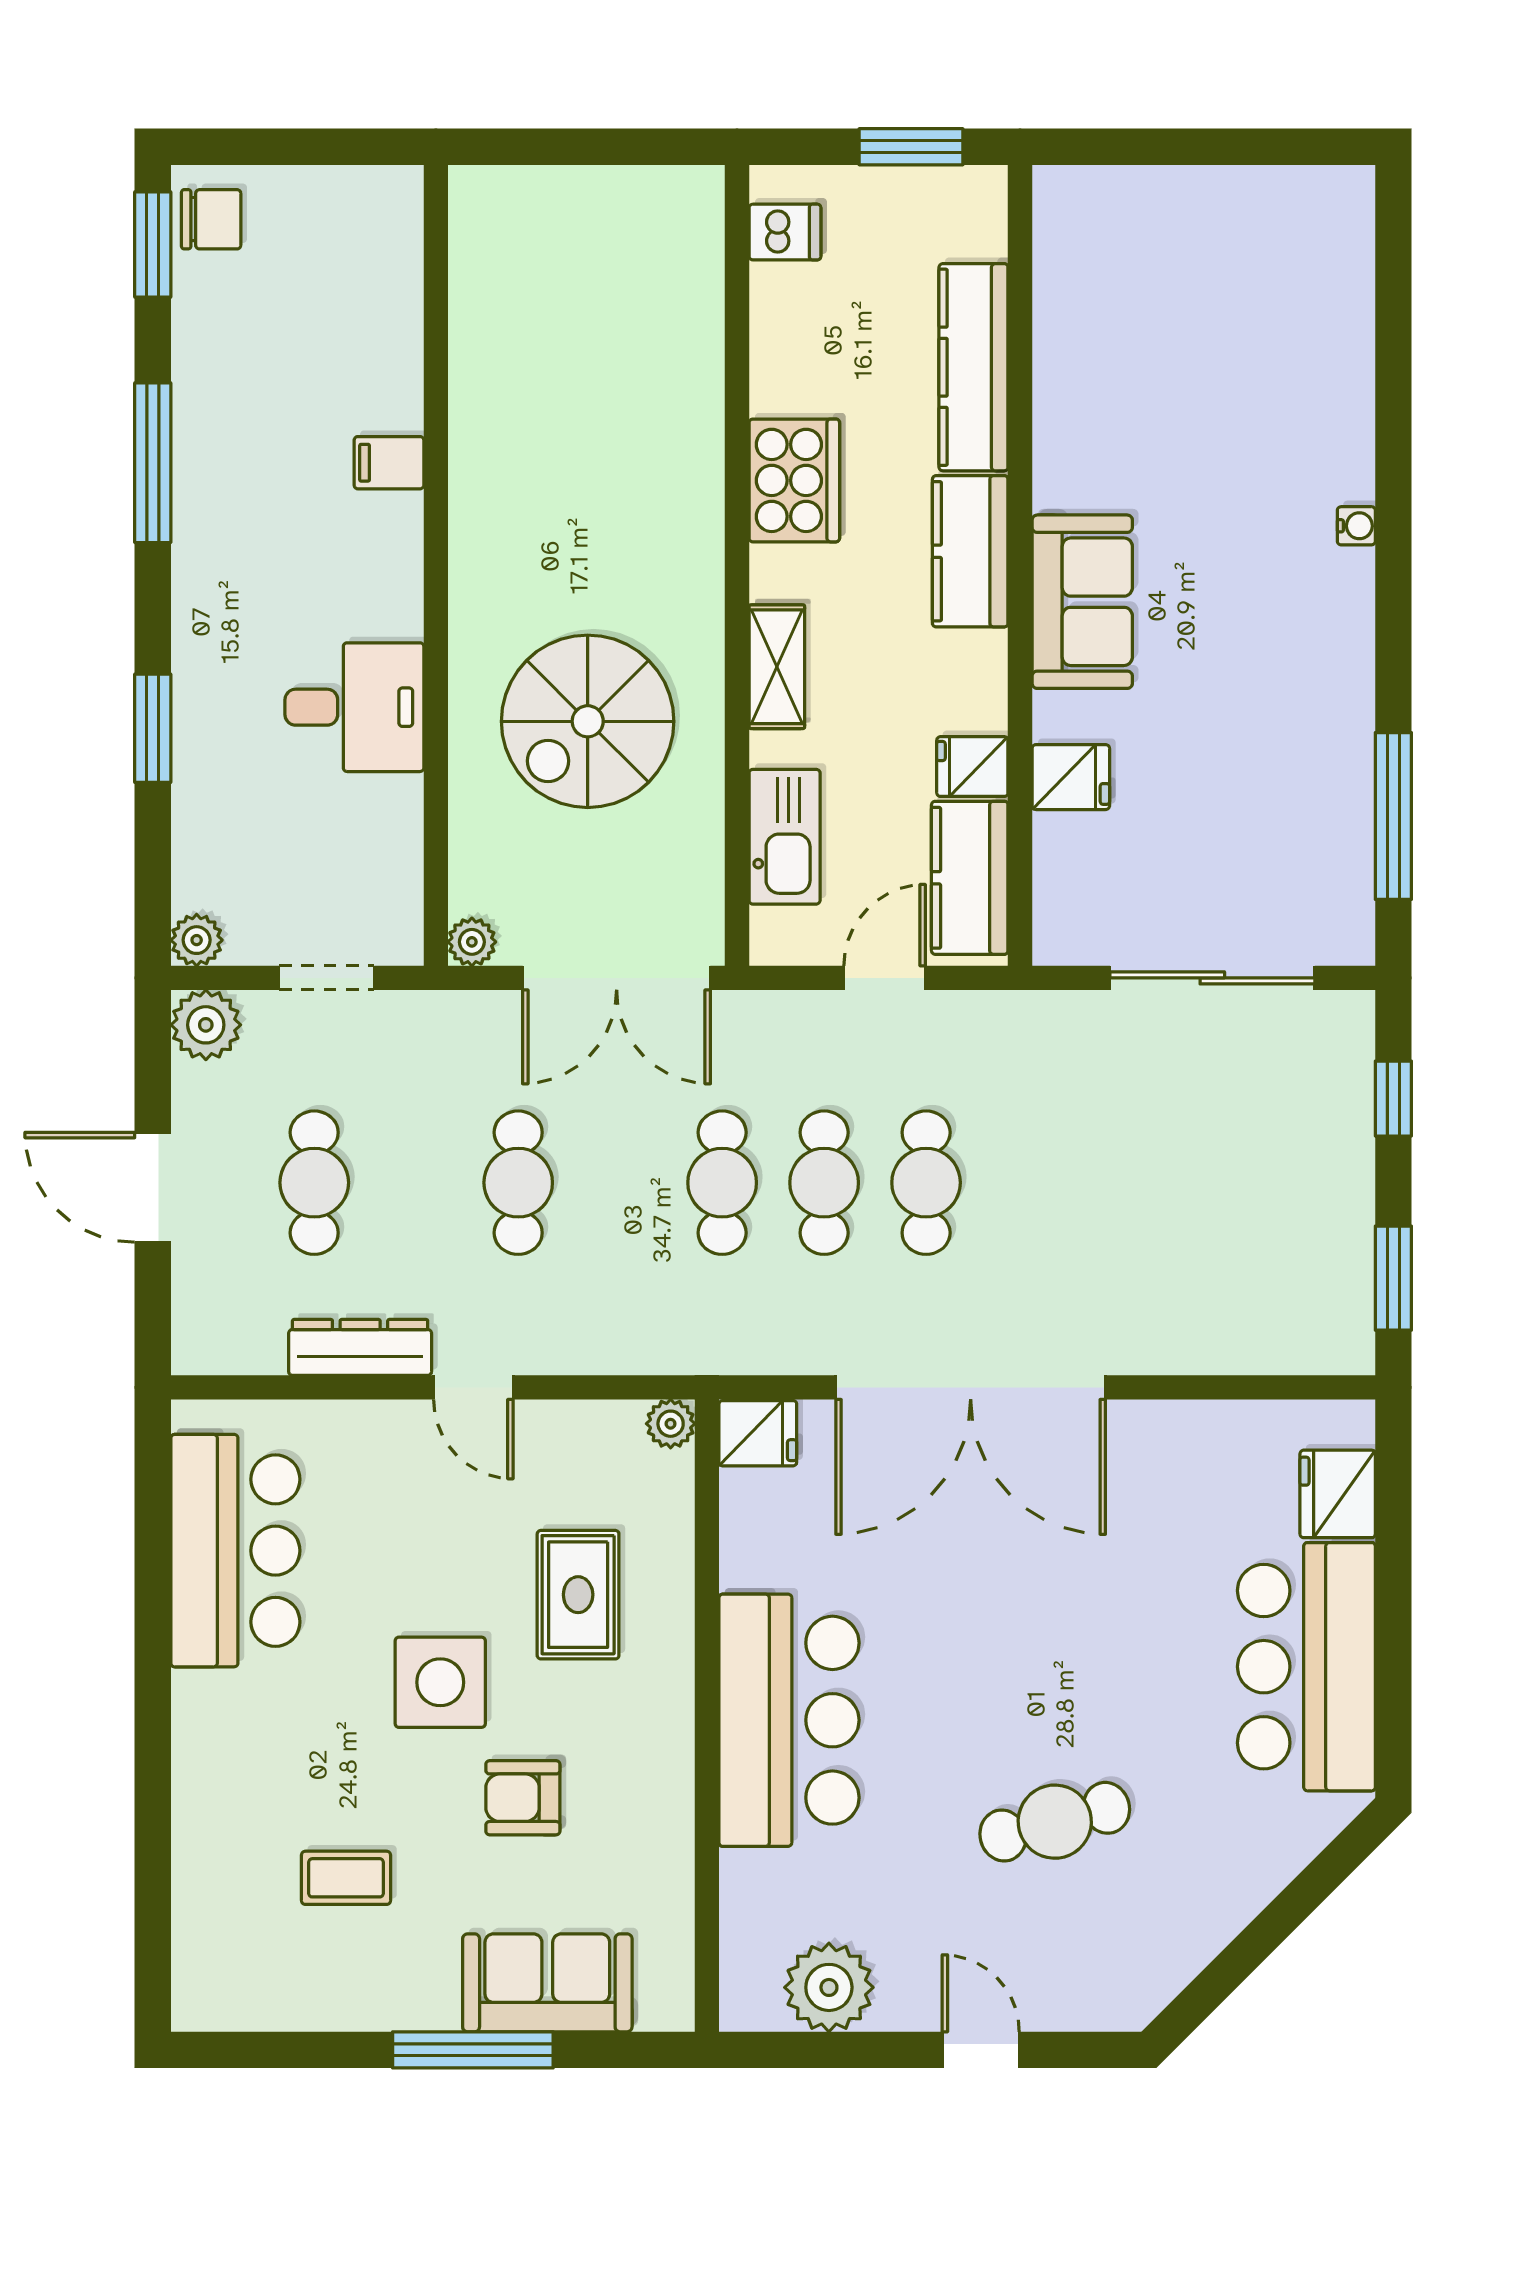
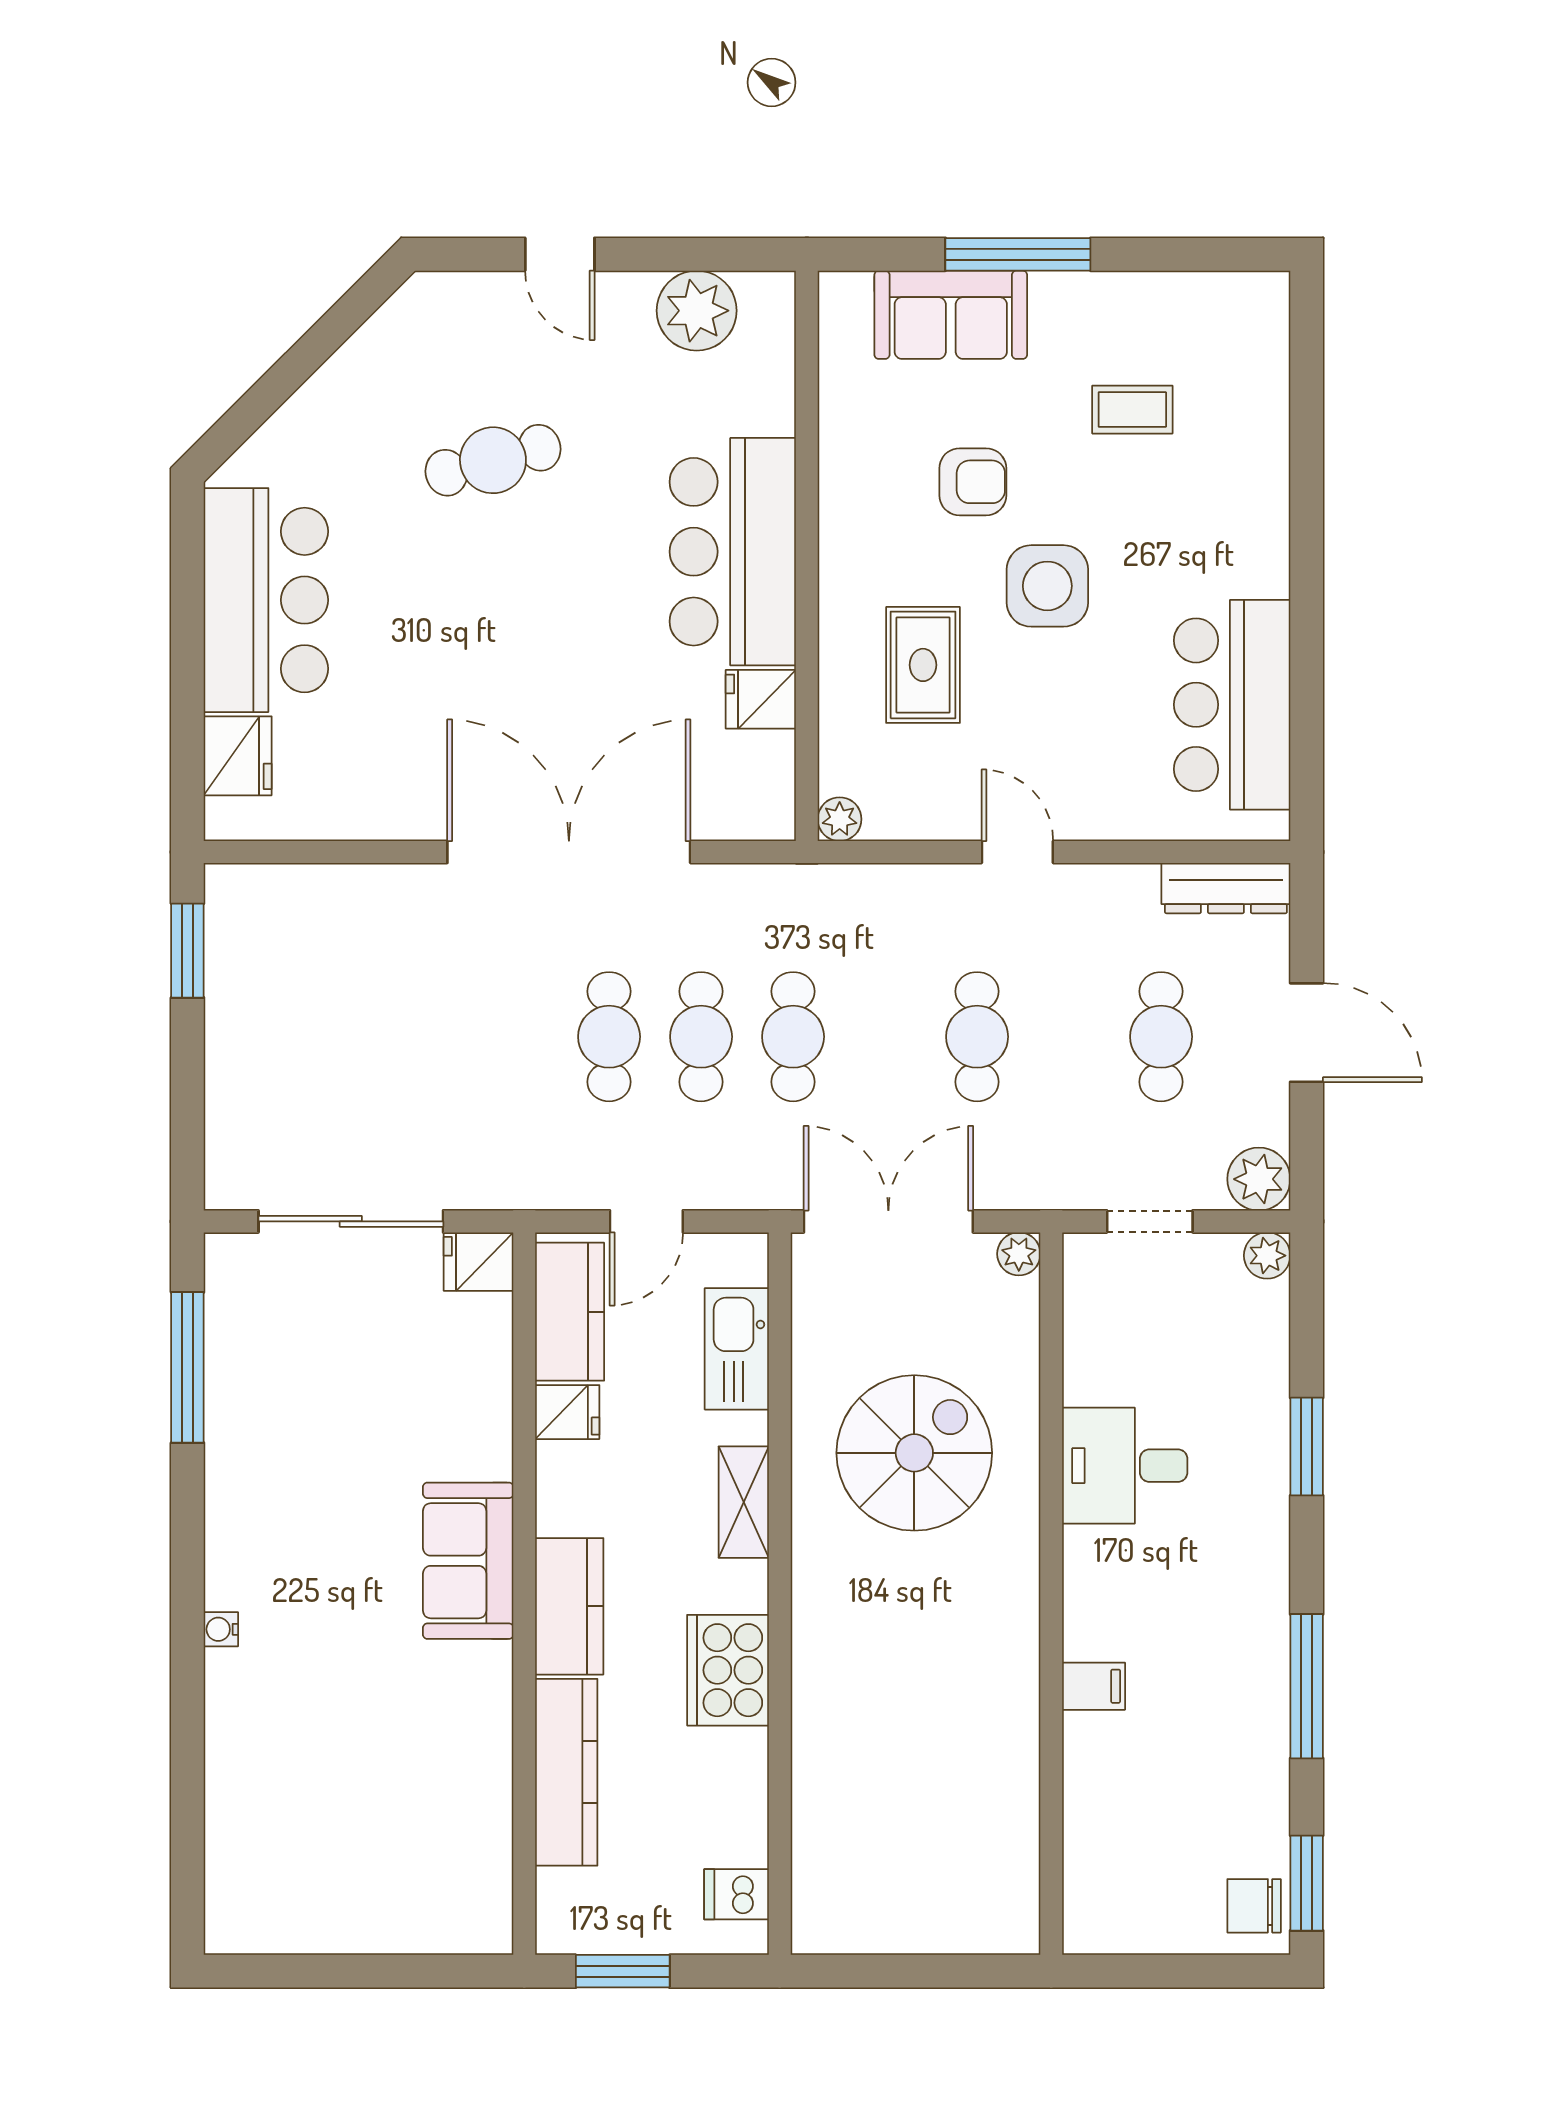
fridge: (1071, 777) -> (478, 1262), moved
window: (1393, 1099) -> (187, 1113), removed
dresser: (360, 1347) -> (1226, 888), moved
fridge: (758, 1433) -> (761, 699), moved

